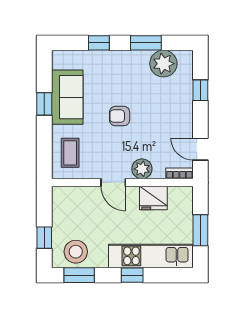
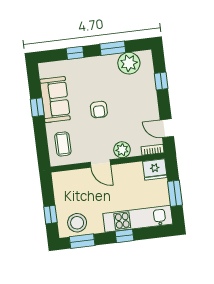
armchair: (120, 116) -> (99, 110), turned -90
fridge: (153, 198) -> (155, 169), moved

